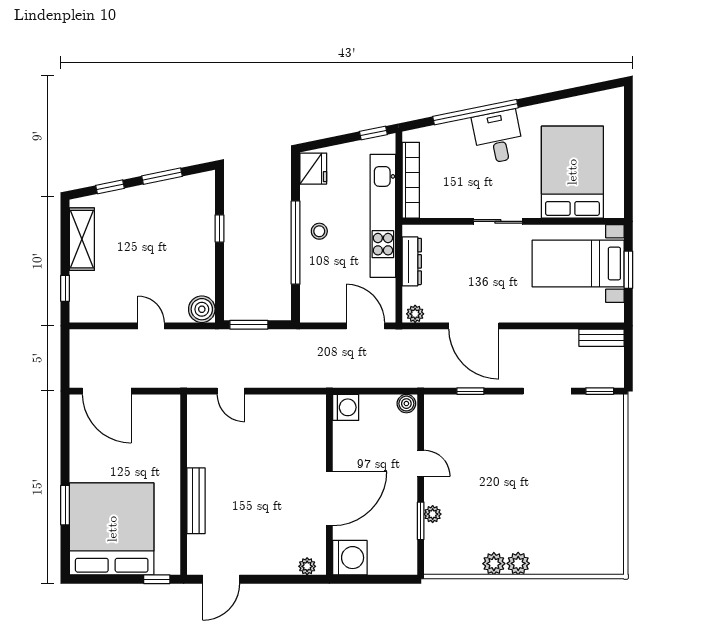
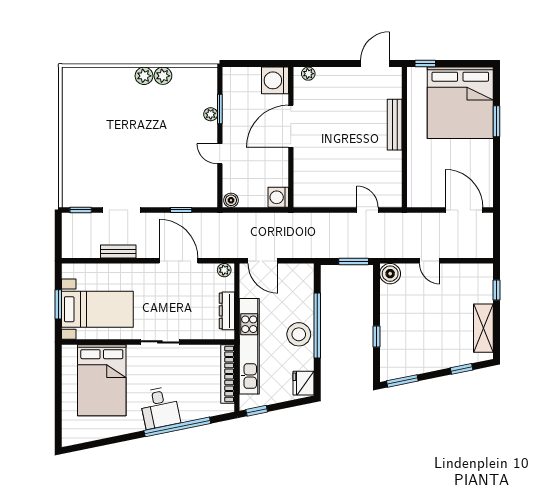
window: (162, 176) -> (402, 381), moved
stool: (319, 231) -> (299, 334), width x1.89, depth x1.89
bench: (601, 338) -> (118, 252), moved

